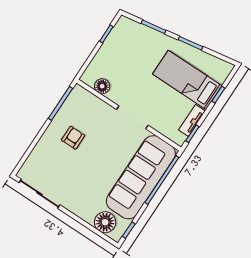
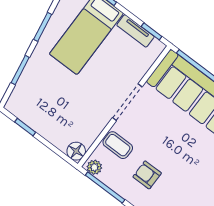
floor lamp: (102, 86) -> (76, 151), moved
plant: (77, 94) -> (94, 167), added
coffee table: (96, 112) -> (118, 145), added

